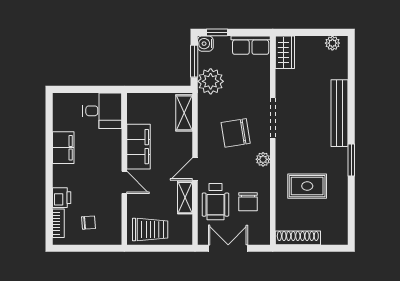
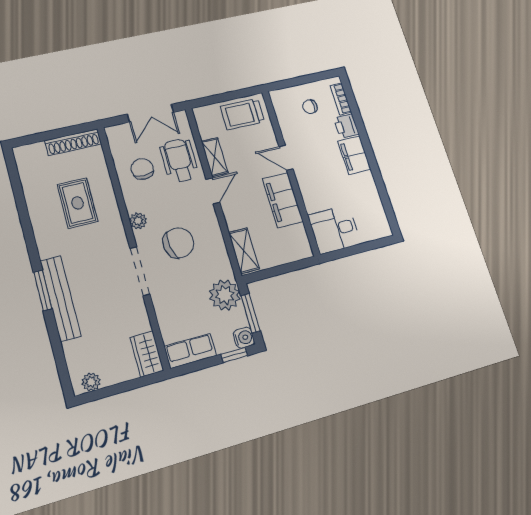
filing cabinet: (63, 148) -> (354, 155), moved
window: (351, 160) -> (43, 290), moved
rug: (307, 186) -> (78, 203), turned 90

